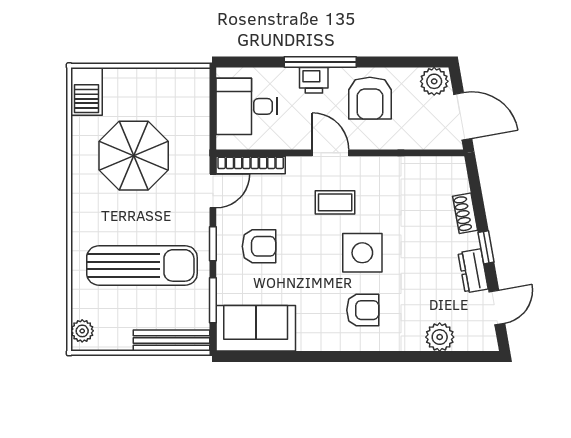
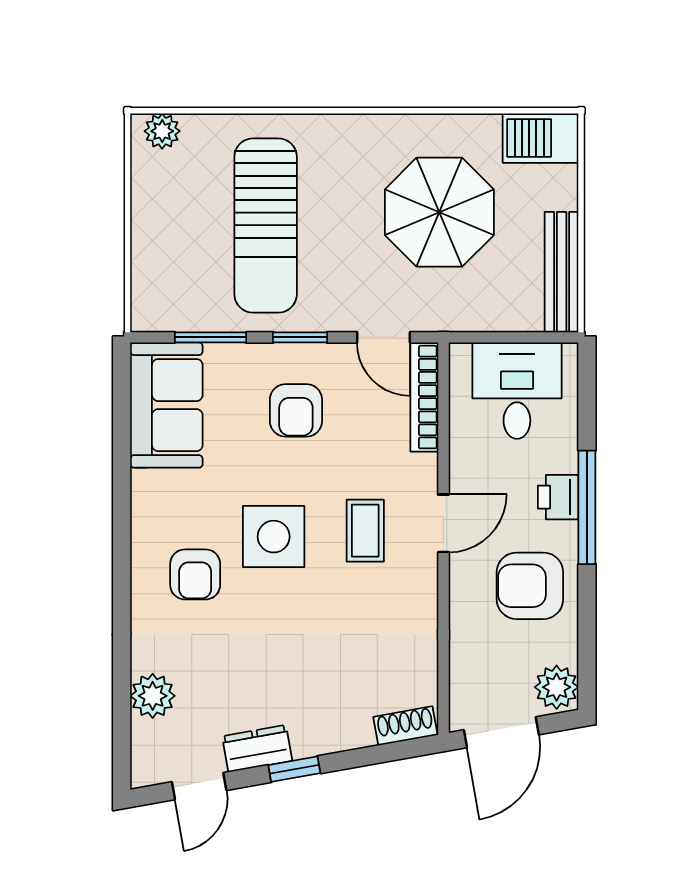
shoe rack: (465, 213) -> (405, 726), moved
side table: (362, 253) -> (274, 537), moved
door: (497, 308) -> (199, 786), hinge flipped
bench: (171, 341) -> (562, 272), moved

